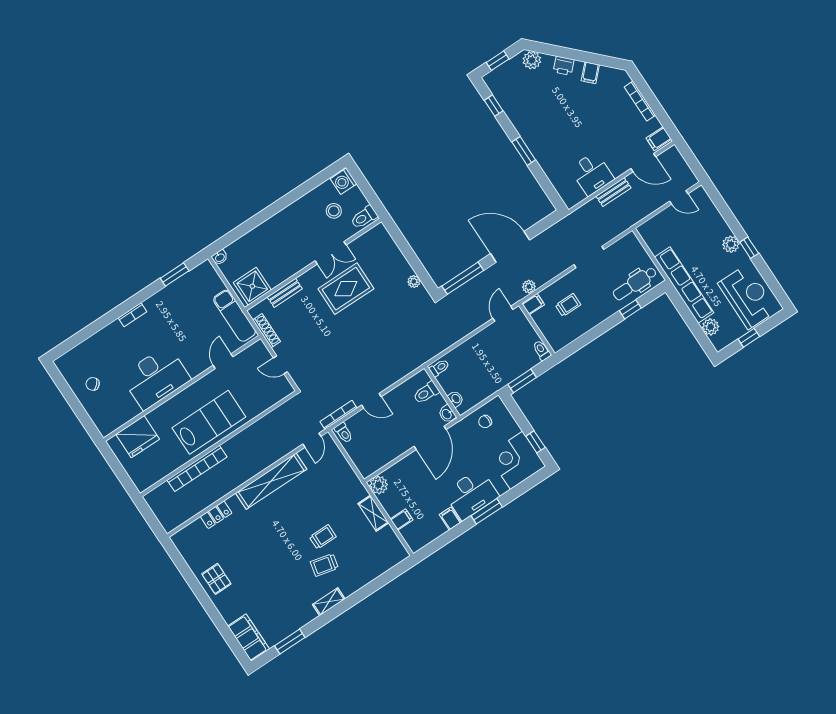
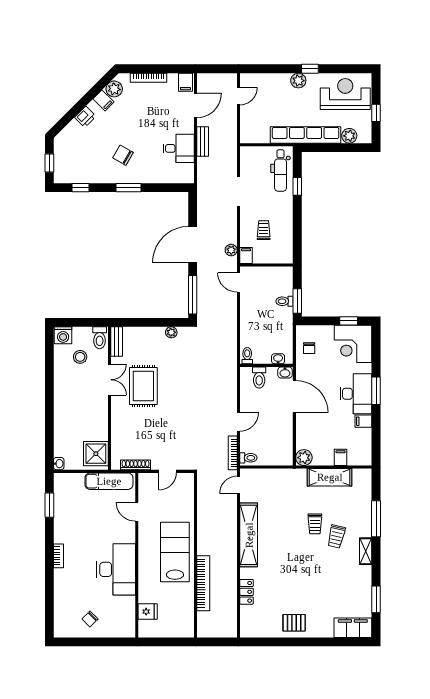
plant: (532, 60) -> (114, 89), moved
chair: (551, 125) -> (123, 155), added
bench: (285, 293) -> (117, 342), moved
toilet: (542, 350) -> (284, 301), moved
fridge: (138, 437) -> (148, 612), width x0.53, depth x0.75
door: (312, 440) -> (238, 485), swing flipped
shelving: (373, 513) -> (330, 477), width x1.50, depth x1.33
trolley: (323, 537) -> (315, 524), turned 180
window: (366, 591) -> (376, 519), added

